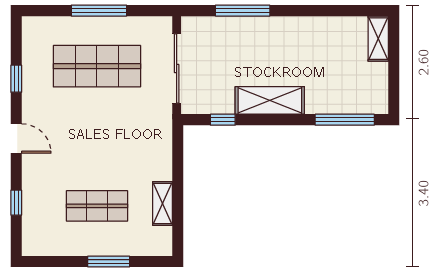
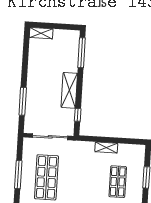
shelving: (162, 203) -> (106, 147), moved

